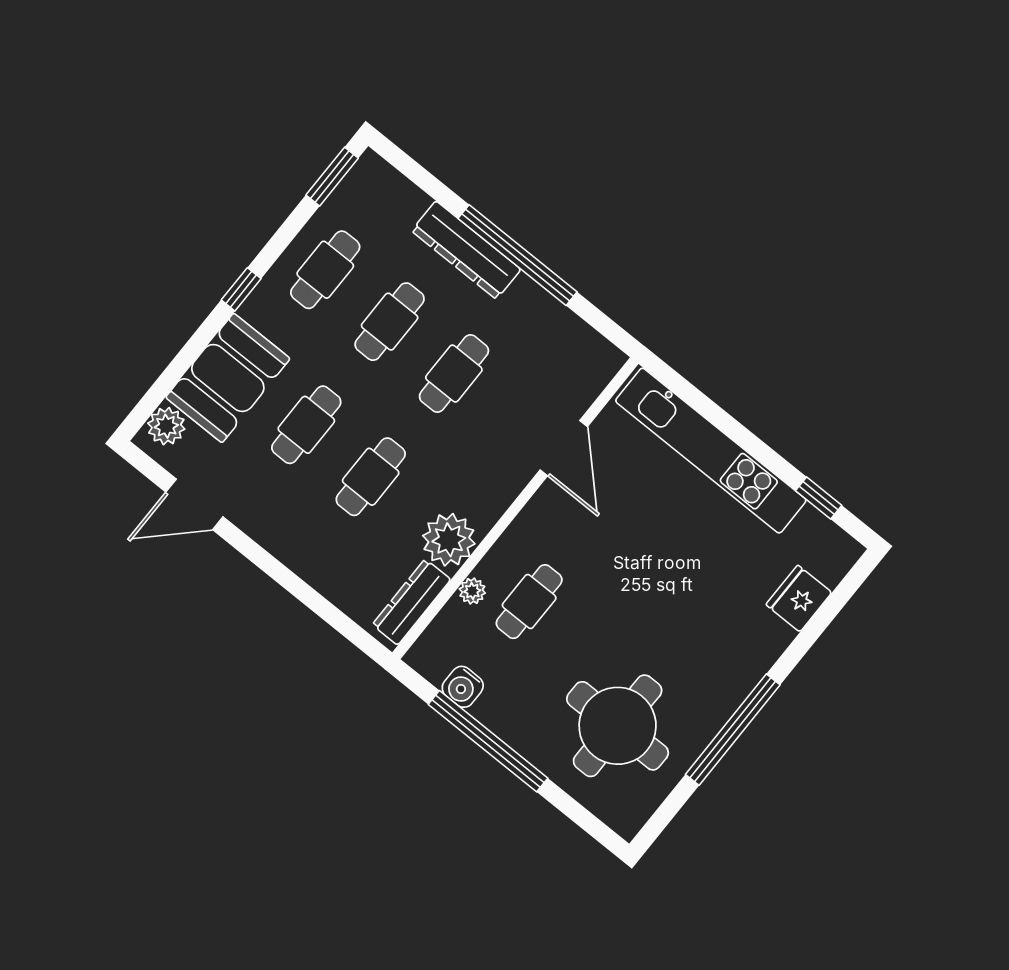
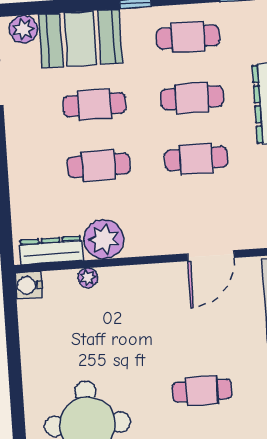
cafe table: (529, 602) -> (202, 391), moved
water cooler: (463, 687) -> (29, 285), moved
window: (488, 741) -> (14, 362), removed

